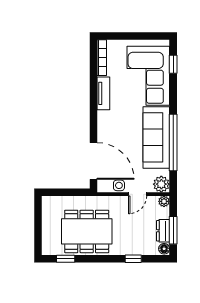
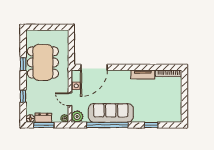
window: (173, 64) -> (151, 125), moved
corner sofa: (148, 76) -> (156, 107), removed
window: (66, 259) -> (23, 64), moved

